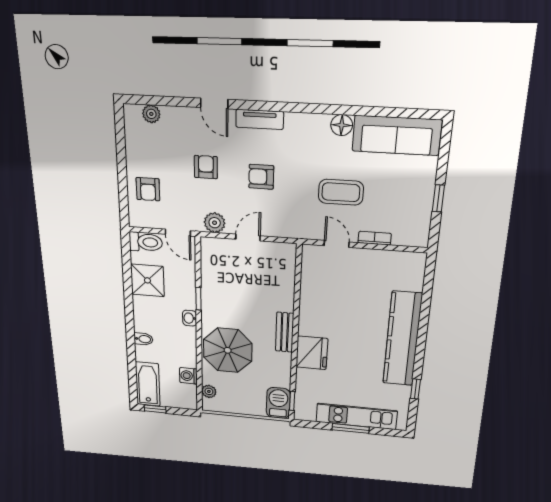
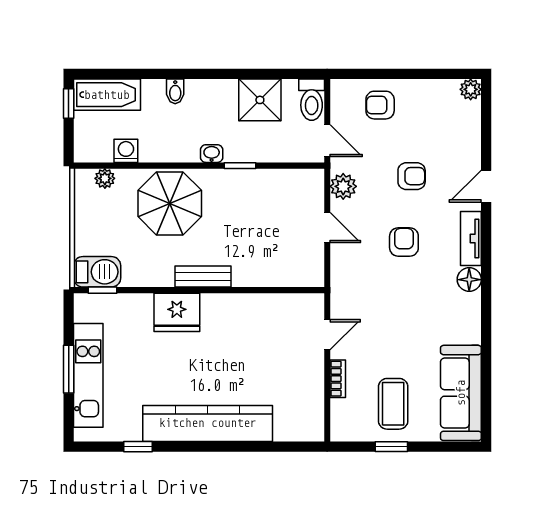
plant: (151, 114) -> (471, 89), moved
floor lamp: (342, 125) -> (469, 280), moved
coffee table: (341, 192) -> (393, 404), moved
door: (178, 233) -> (327, 141), swing flipped

